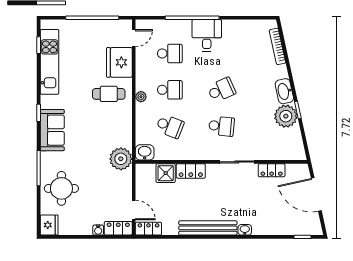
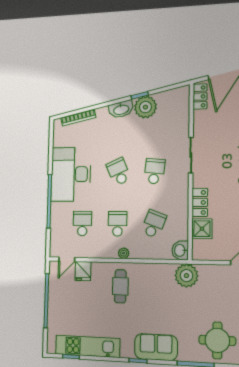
desk: (207, 35) -> (71, 174), width x1.87, depth x1.30
door: (134, 38) -> (67, 259), swing flipped
fridge: (119, 62) -> (83, 271), width x0.53, depth x0.75
locker: (272, 170) -> (200, 97), moved

